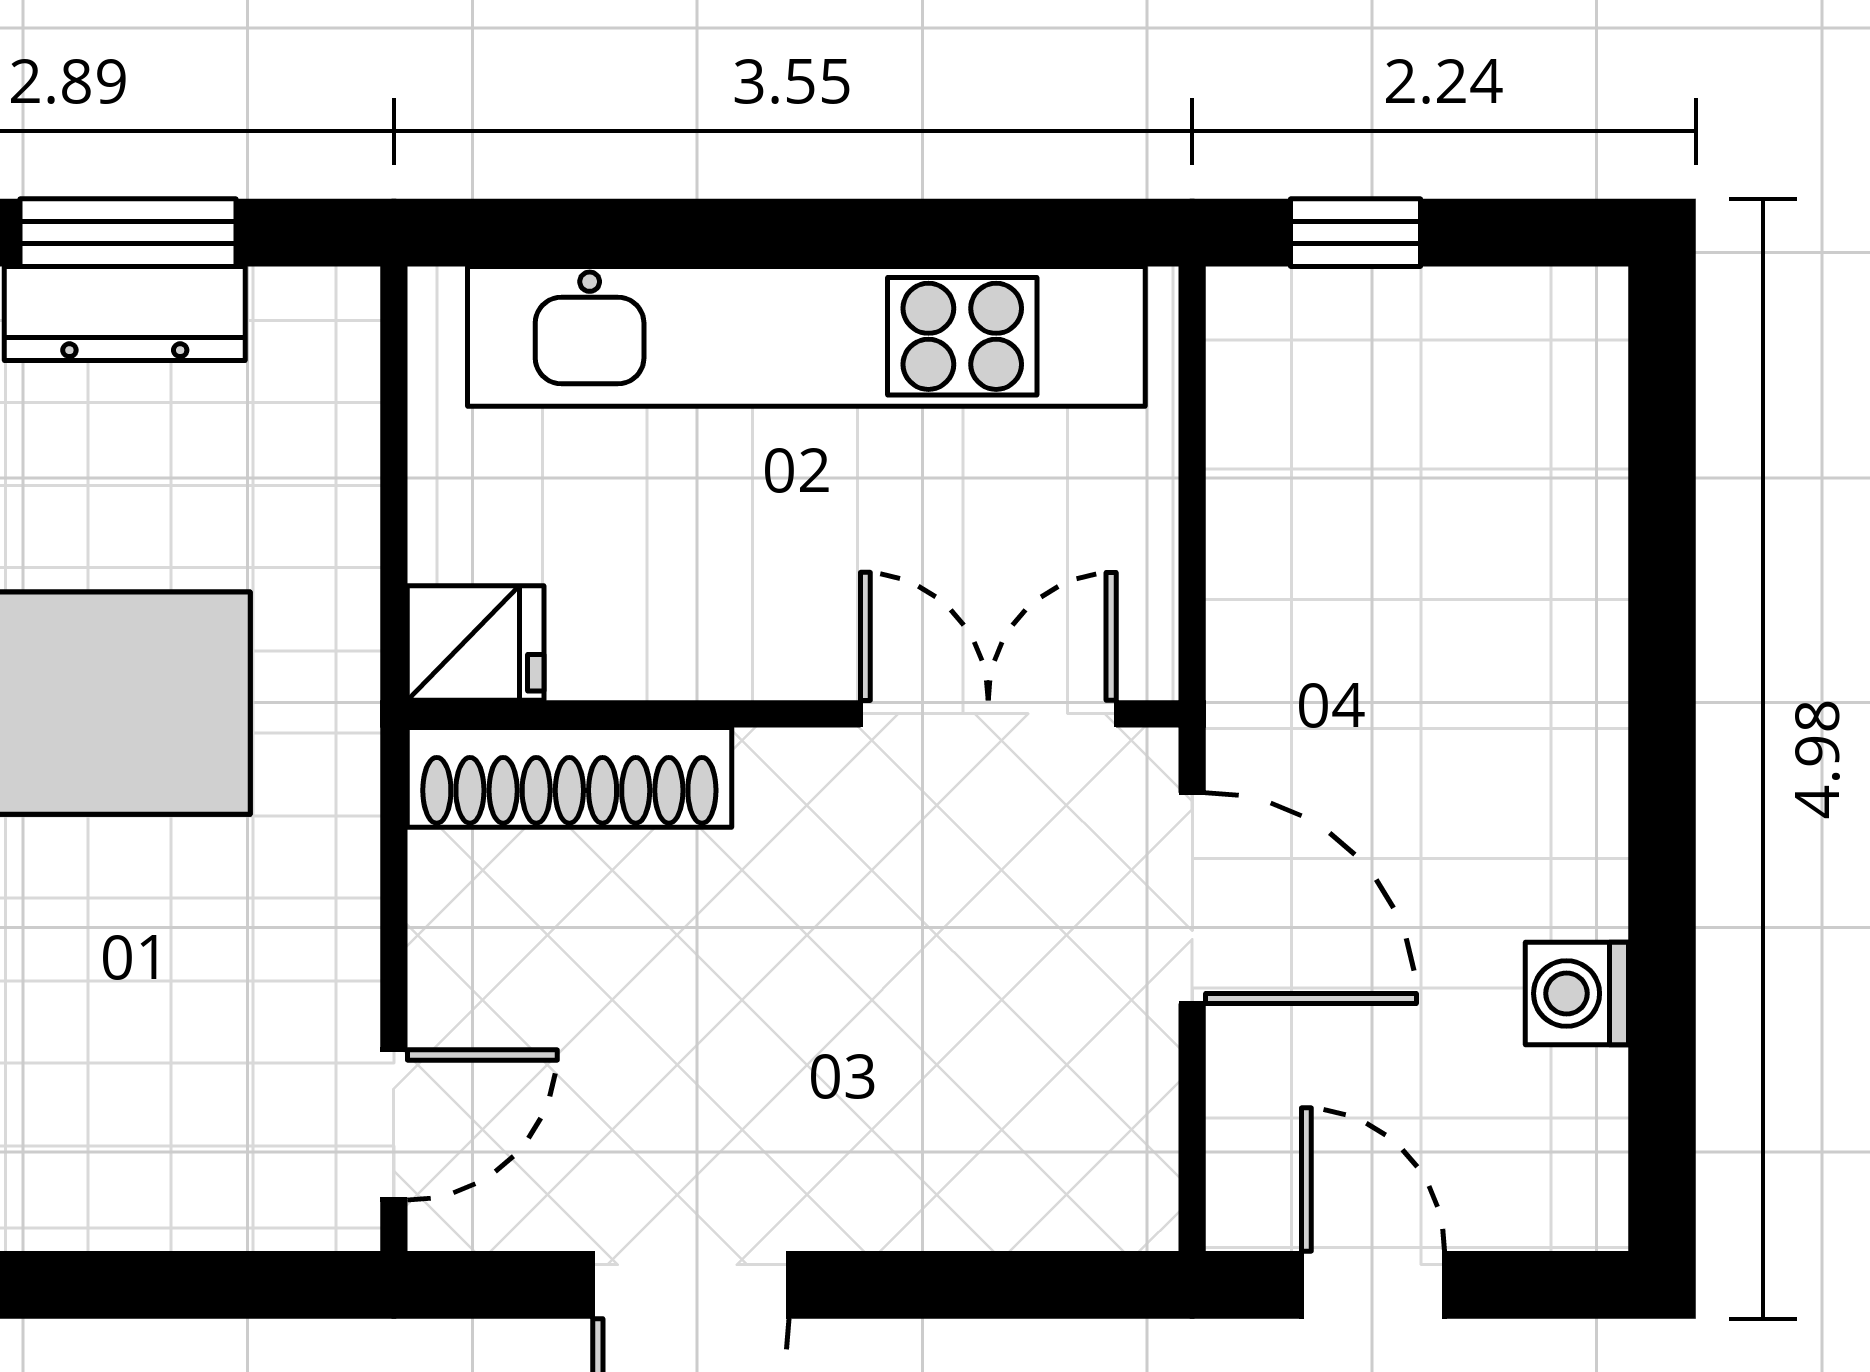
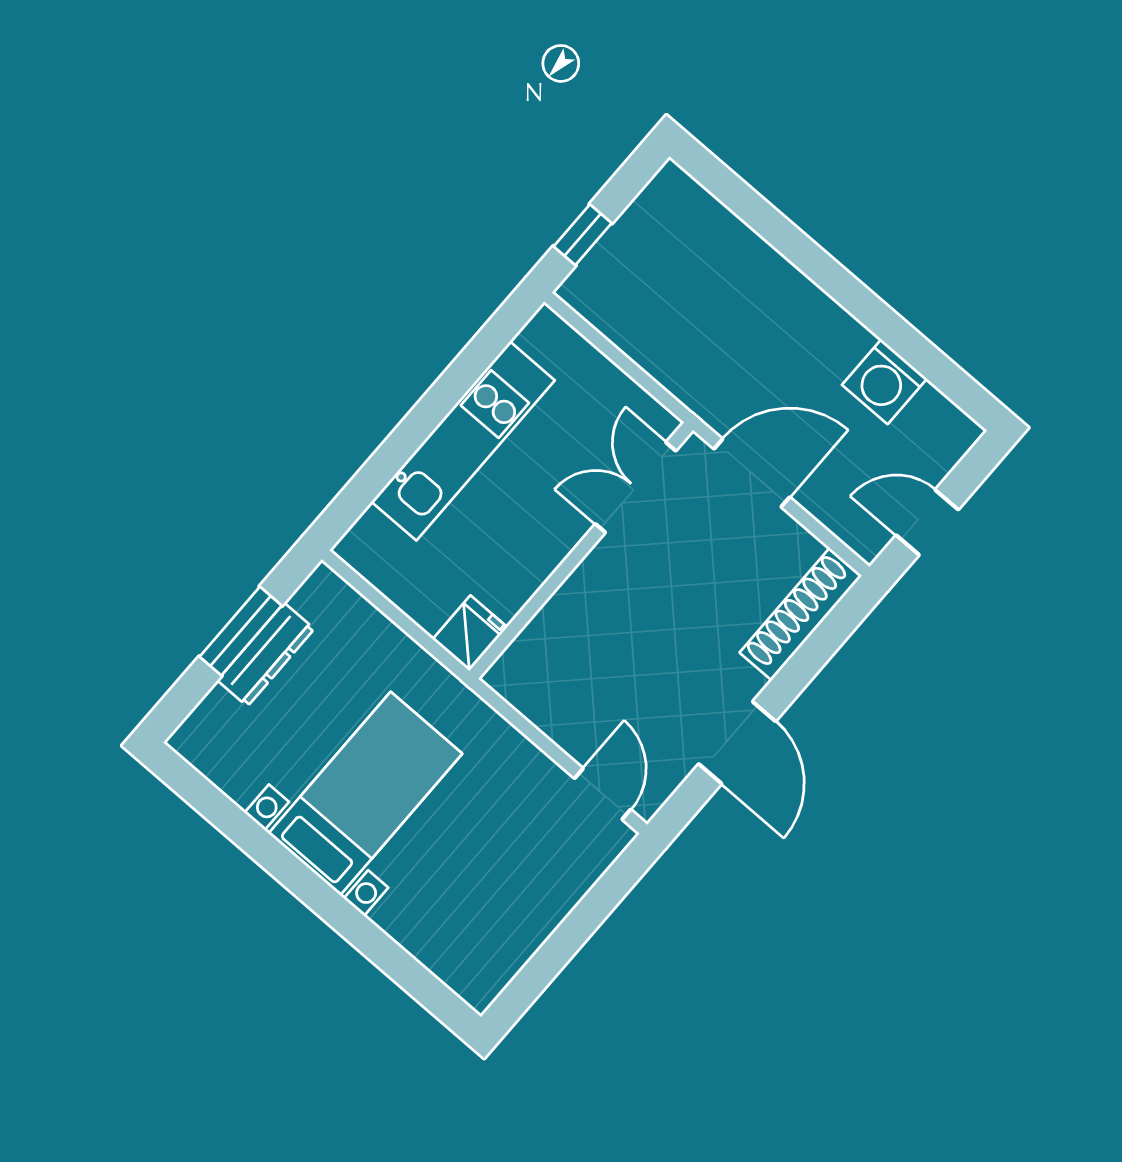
kitchen unit: (806, 336) -> (463, 441), width x0.73
shoe rack: (569, 777) -> (801, 614), moved, turned 180
washing machine: (1577, 993) -> (884, 382), width x1.38, depth x1.38

